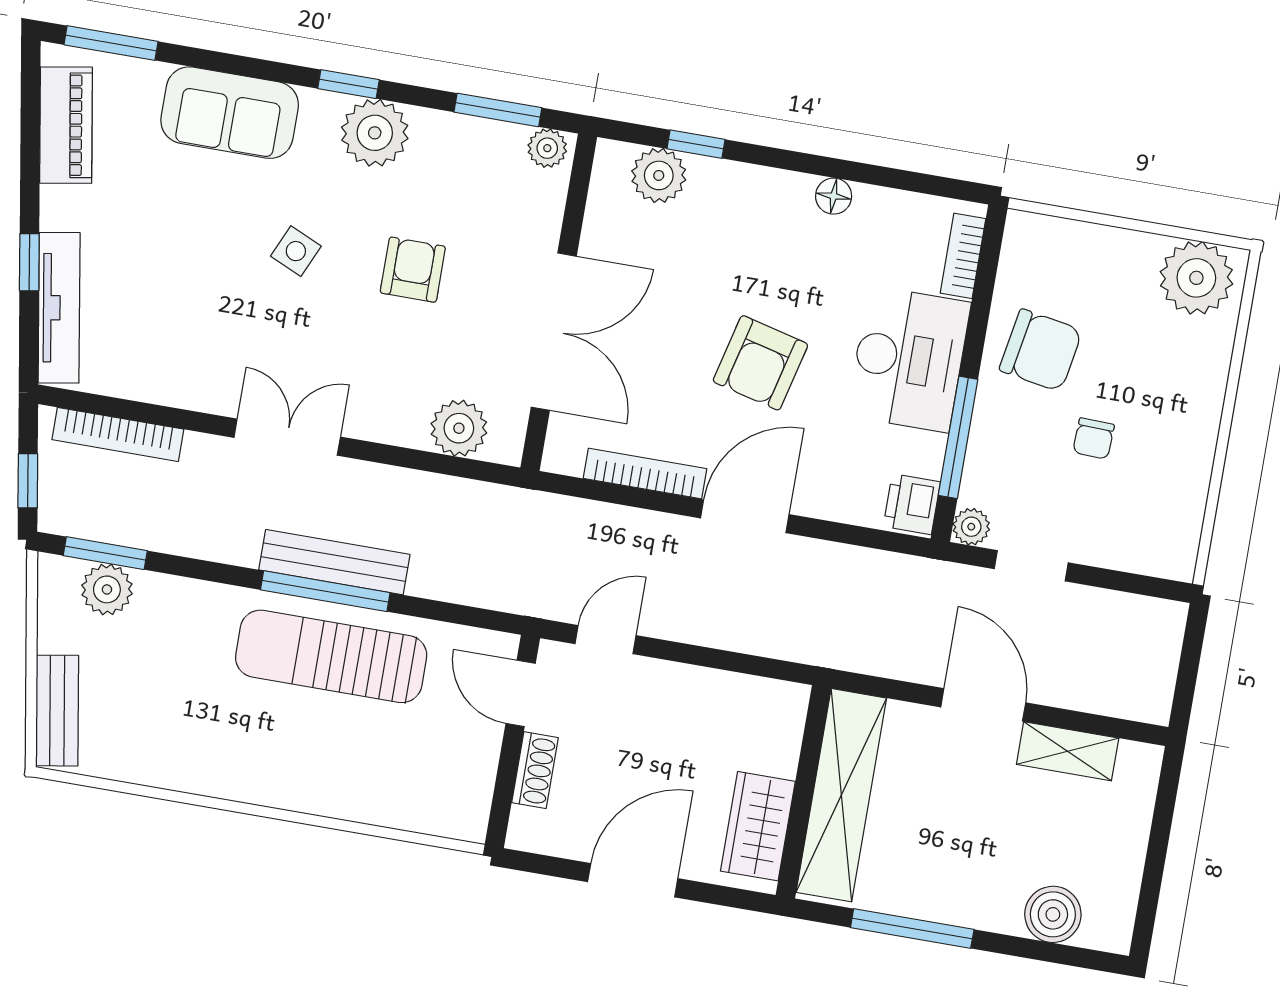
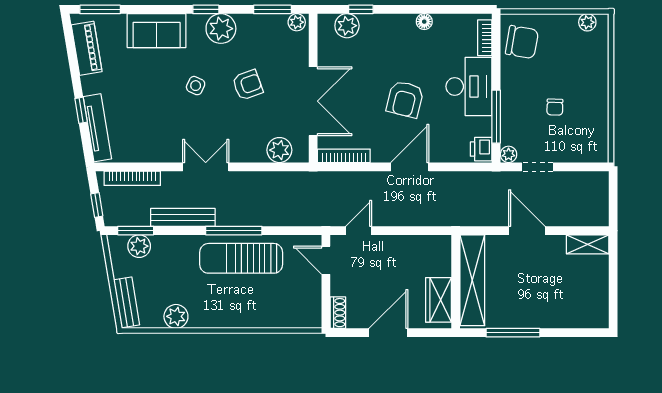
armchair: (413, 270) -> (248, 85), turned 70
plant: (1196, 278) -> (587, 22), width x0.53, depth x0.53
chair: (1041, 350) -> (522, 42), moved
bookcase: (645, 474) -> (344, 156), moved
bench: (334, 562) -> (183, 217), moved
shelving: (1068, 751) -> (588, 244), moved
plant: (162, 761) -> (176, 316), added
shoe rack: (535, 770) -> (338, 313), moved
boiler: (1053, 914) -> (573, 316), removed

